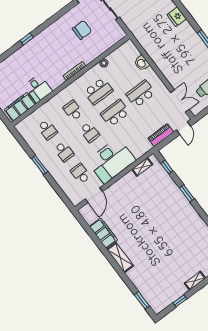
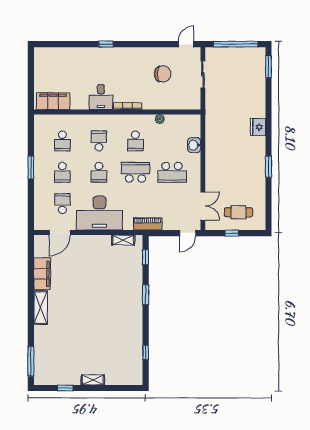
desk: (38, 89) -> (101, 97), moved
school desk: (98, 91) -> (135, 141), width x0.54
school desk: (141, 94) -> (172, 172), turned 180
piano: (161, 135) -> (148, 224), moved
window: (142, 300) -> (31, 361), width x1.44

